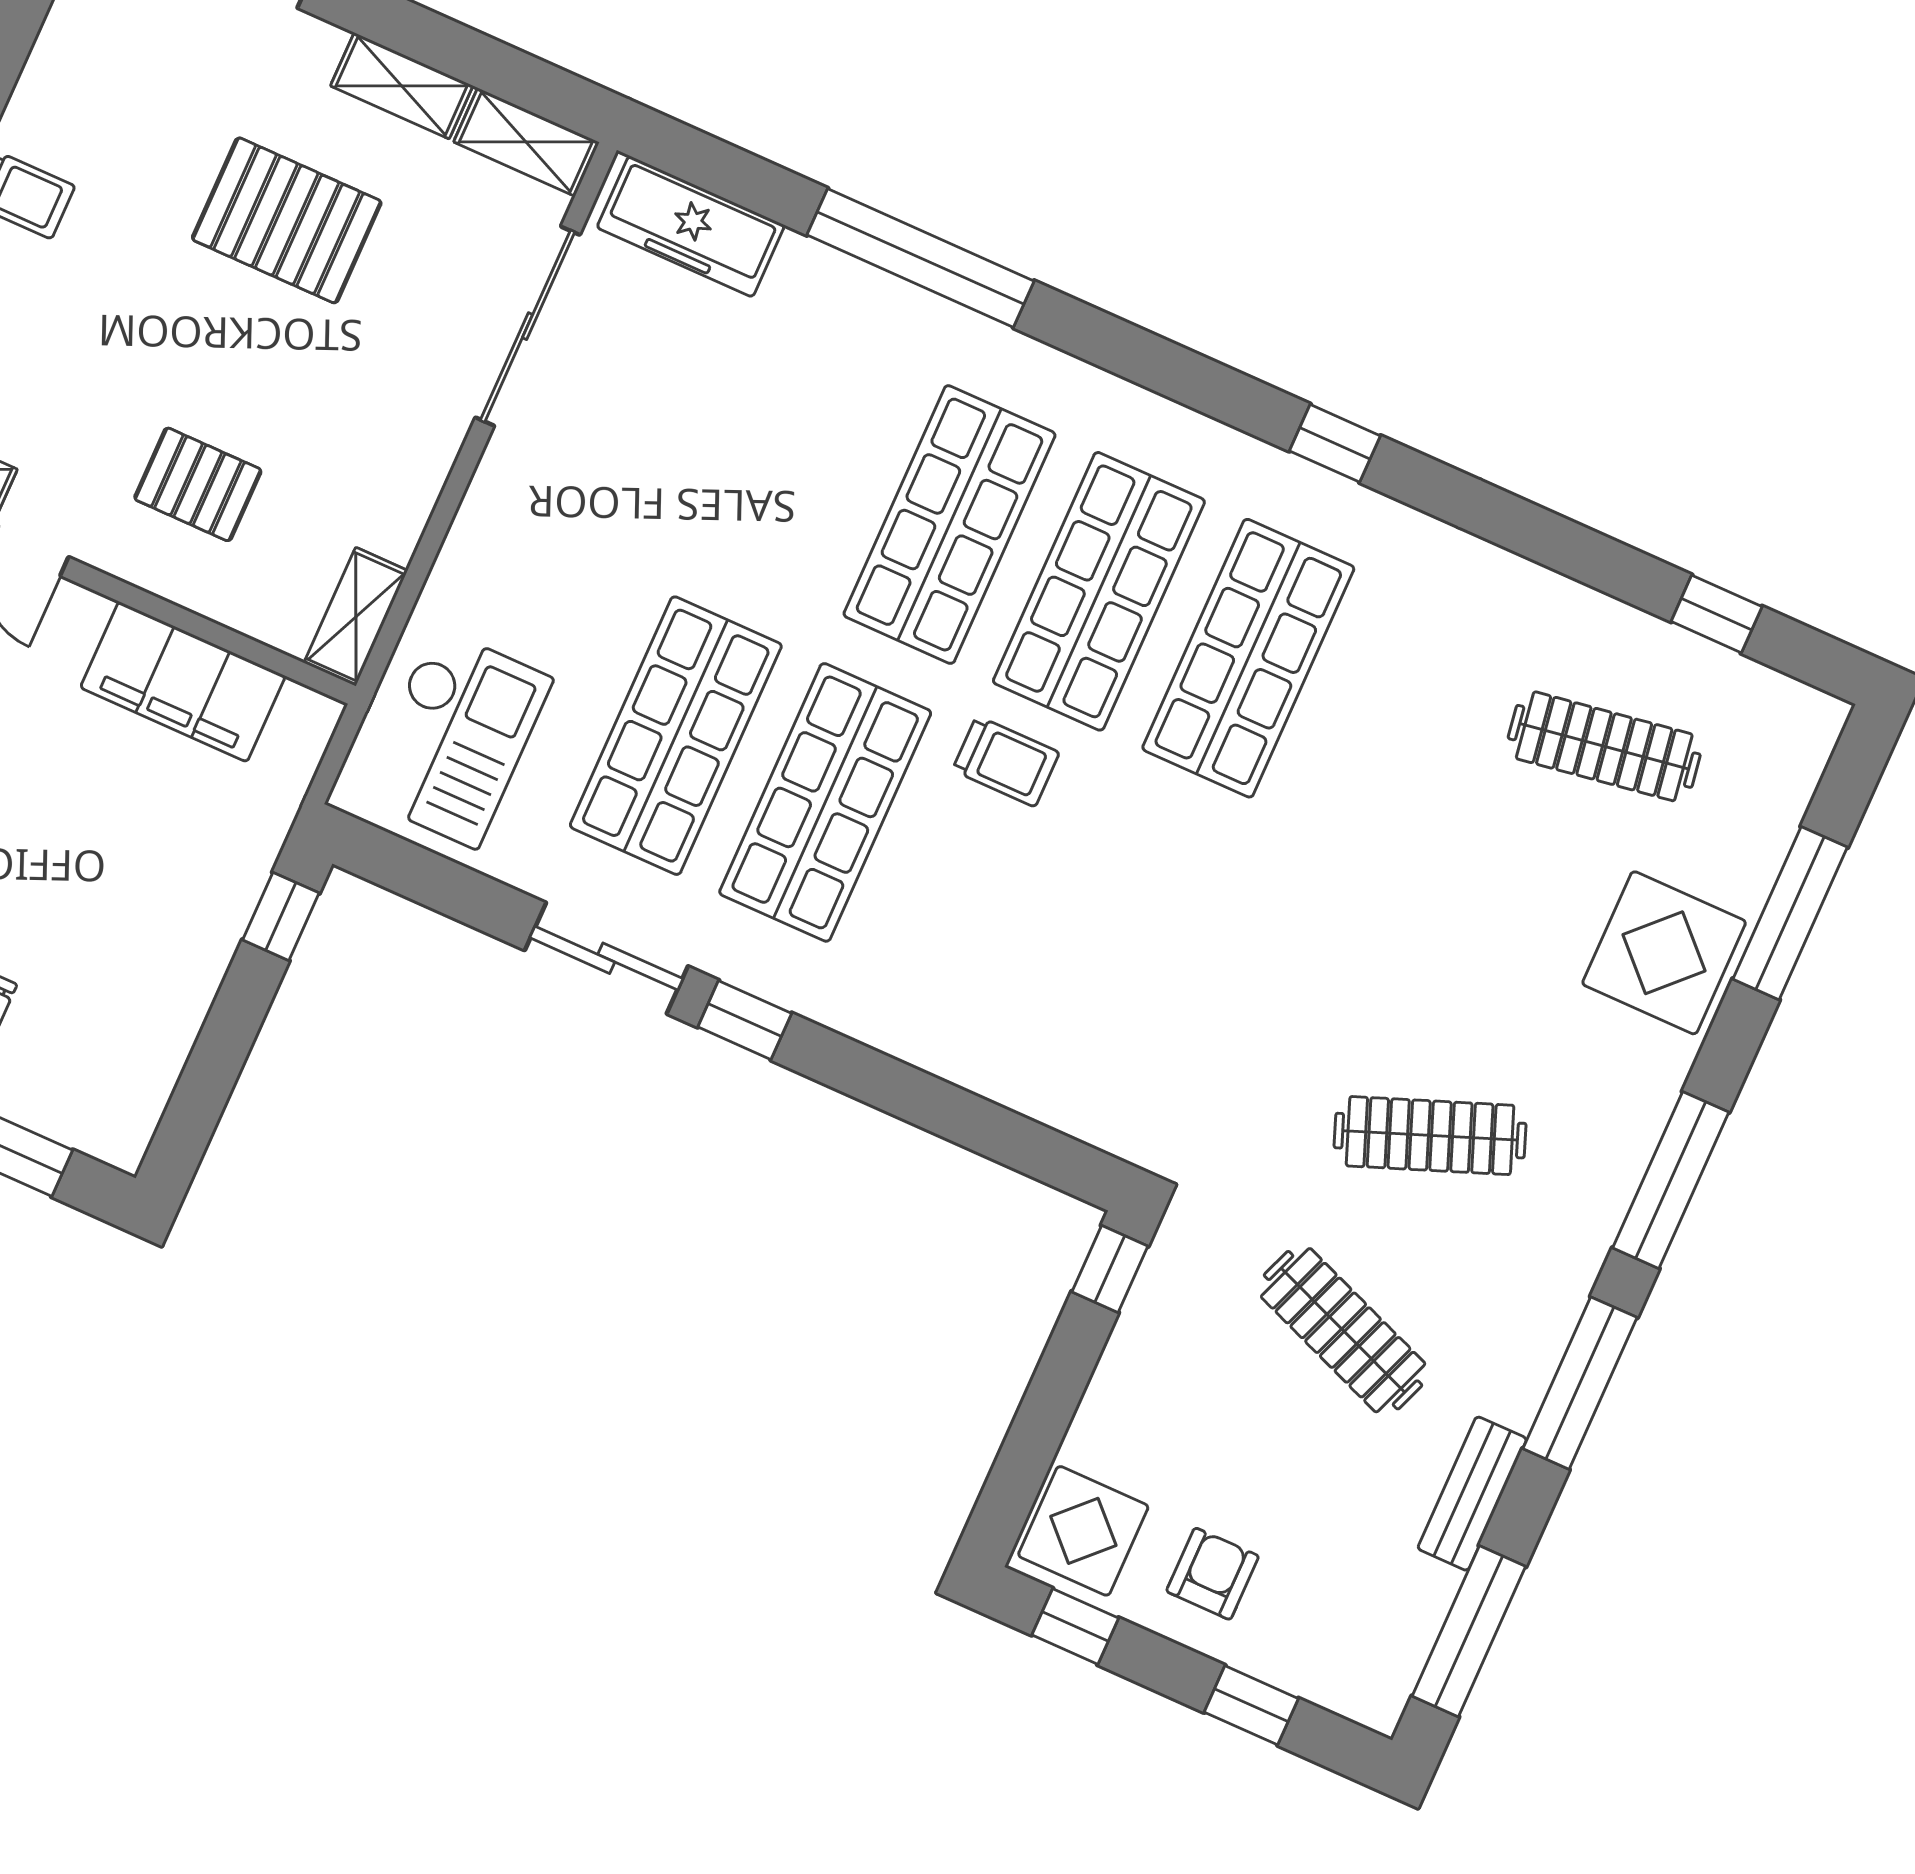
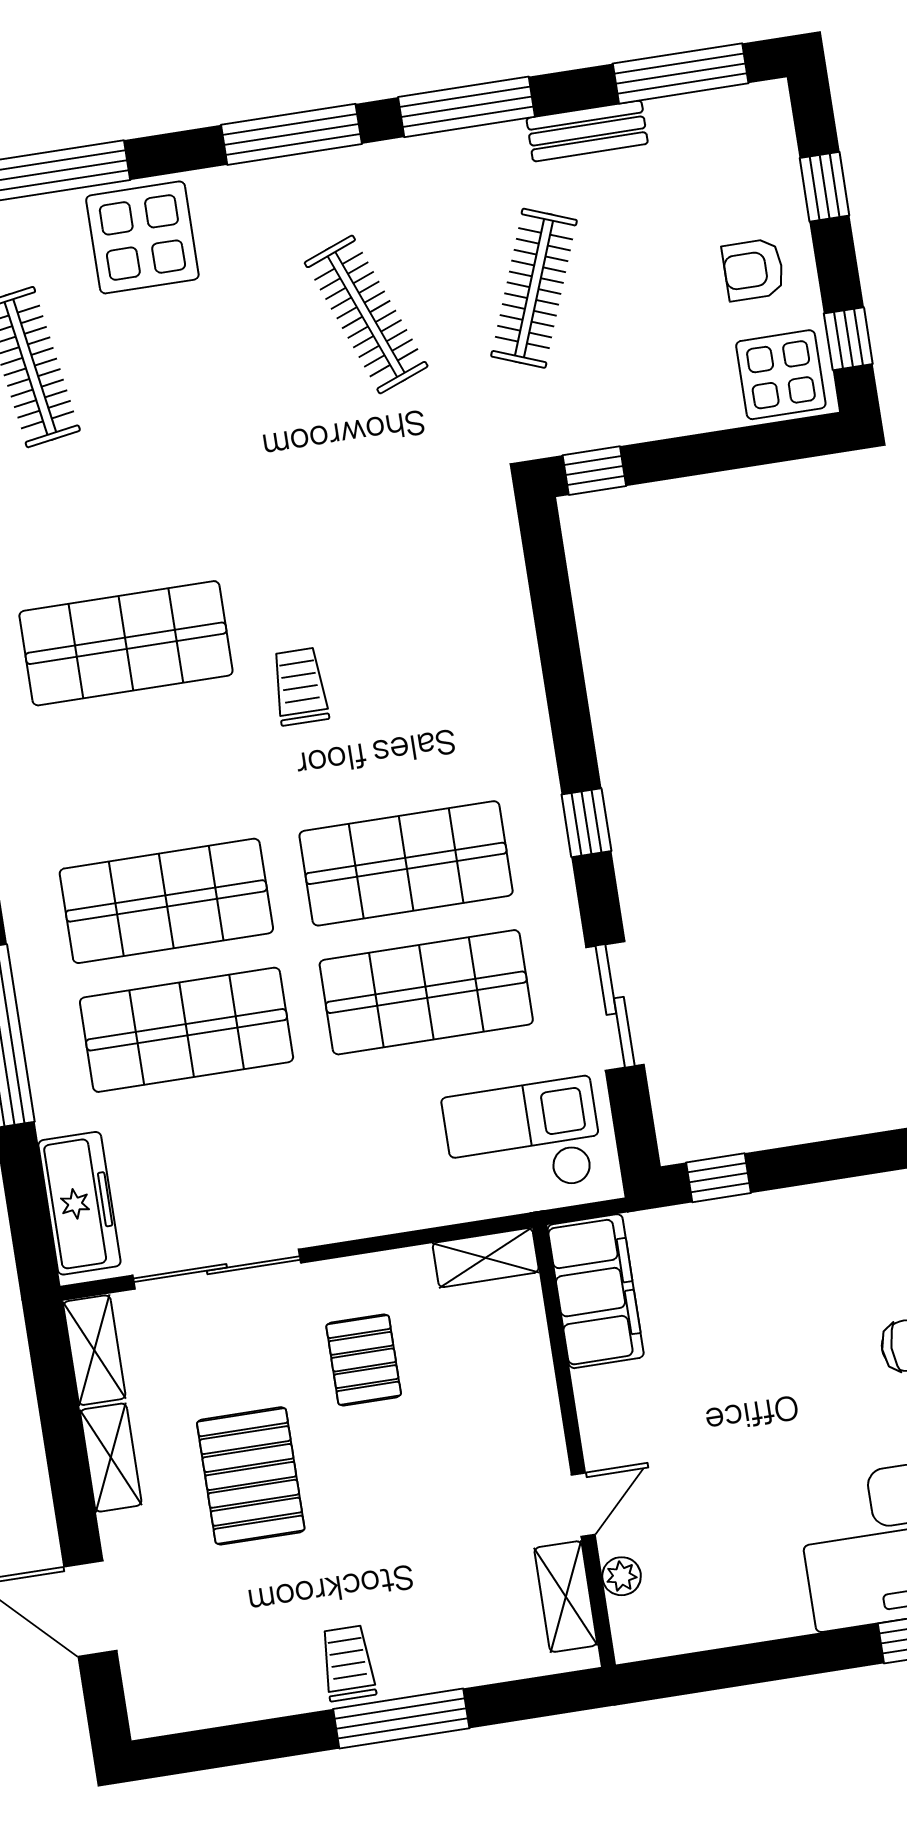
pallet: (198, 484) -> (364, 1360), moved
shop shelf: (1099, 591) -> (187, 1030), moved
filing cabinet: (183, 682) -> (596, 1291), moved
trolley: (1006, 761) -> (300, 687), moved
sliding door: (606, 958) -> (615, 1006), moved

